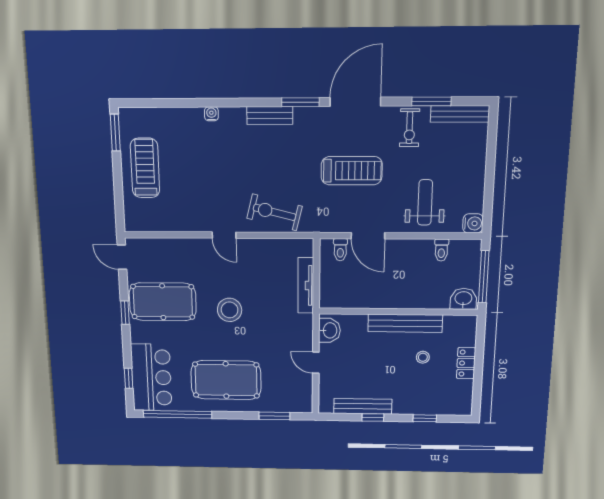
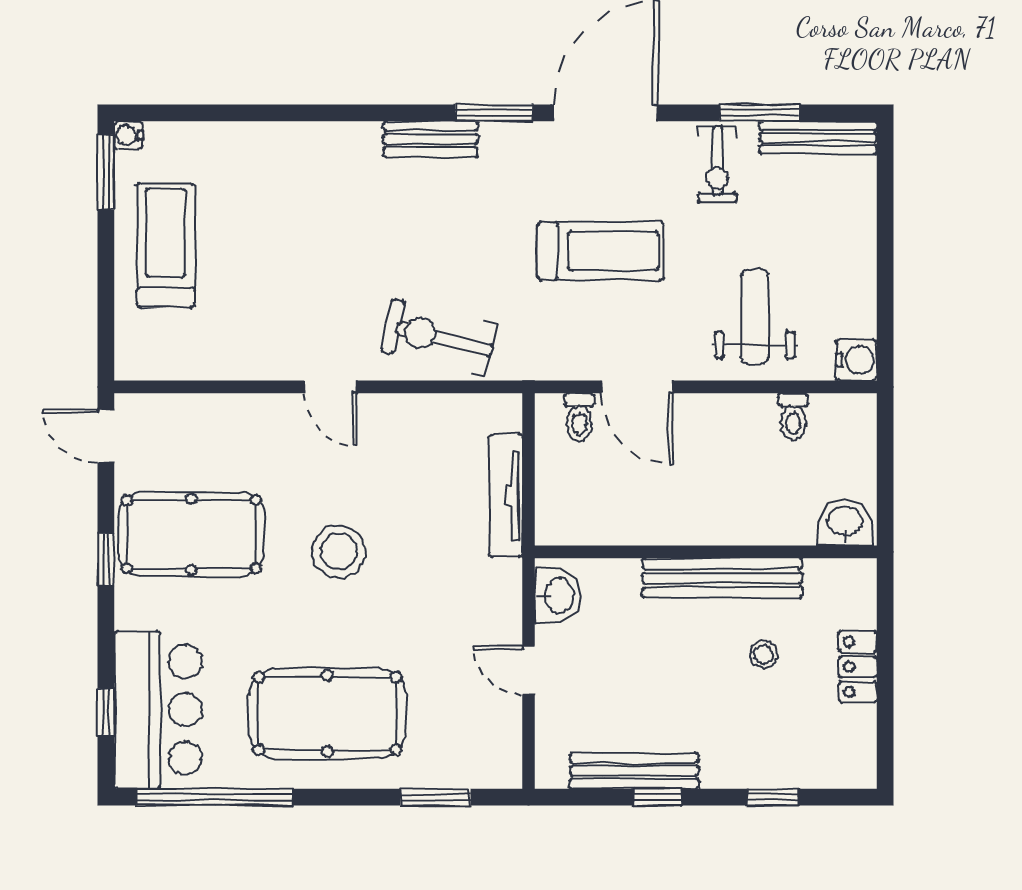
water cooler: (211, 114) -> (128, 135), moved, turned -90
window: (484, 277) -> (885, 474), removed

